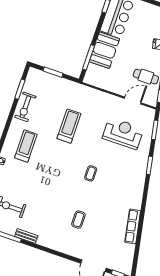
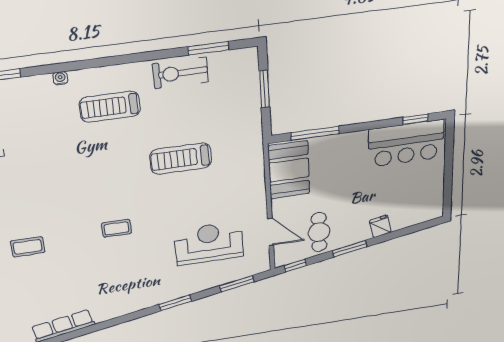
booth: (104, 50) -> (289, 170), moved, turned 90
treadmill: (69, 126) -> (181, 159), turned 180
reception desk: (123, 133) -> (209, 243), turned -90
treadmill: (26, 146) -> (110, 107), turned 180

